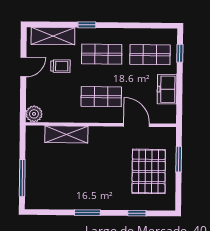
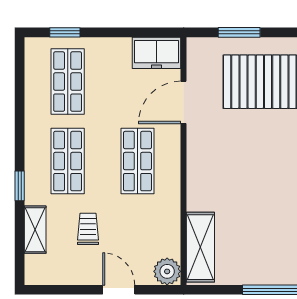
shelving: (53, 36) -> (35, 230), width x0.67, depth x0.75
door: (23, 67) -> (119, 290), moved
freezer: (167, 89) -> (157, 53), moved
shelving: (66, 134) -> (200, 247), moved

